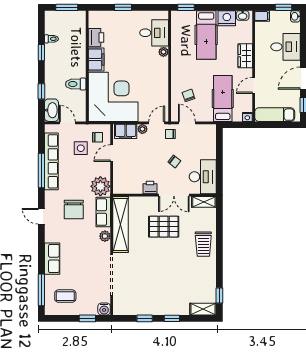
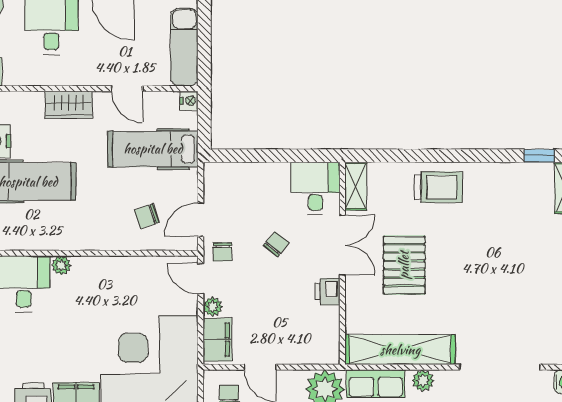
desk: (203, 177) -> (315, 188), width x0.73

